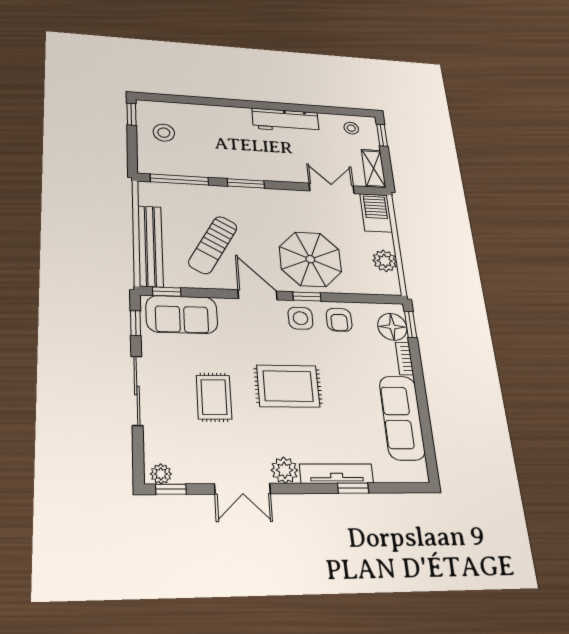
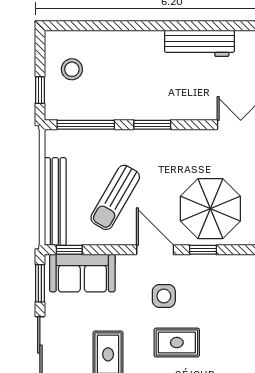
window: (131, 114) -> (40, 90), moved
side table: (300, 318) -> (164, 296), moved
armchair: (339, 320) -> (232, 274), removed
window: (136, 323) -> (40, 283), width x1.50
rug: (288, 386) -> (177, 343), width x0.73, depth x0.70

